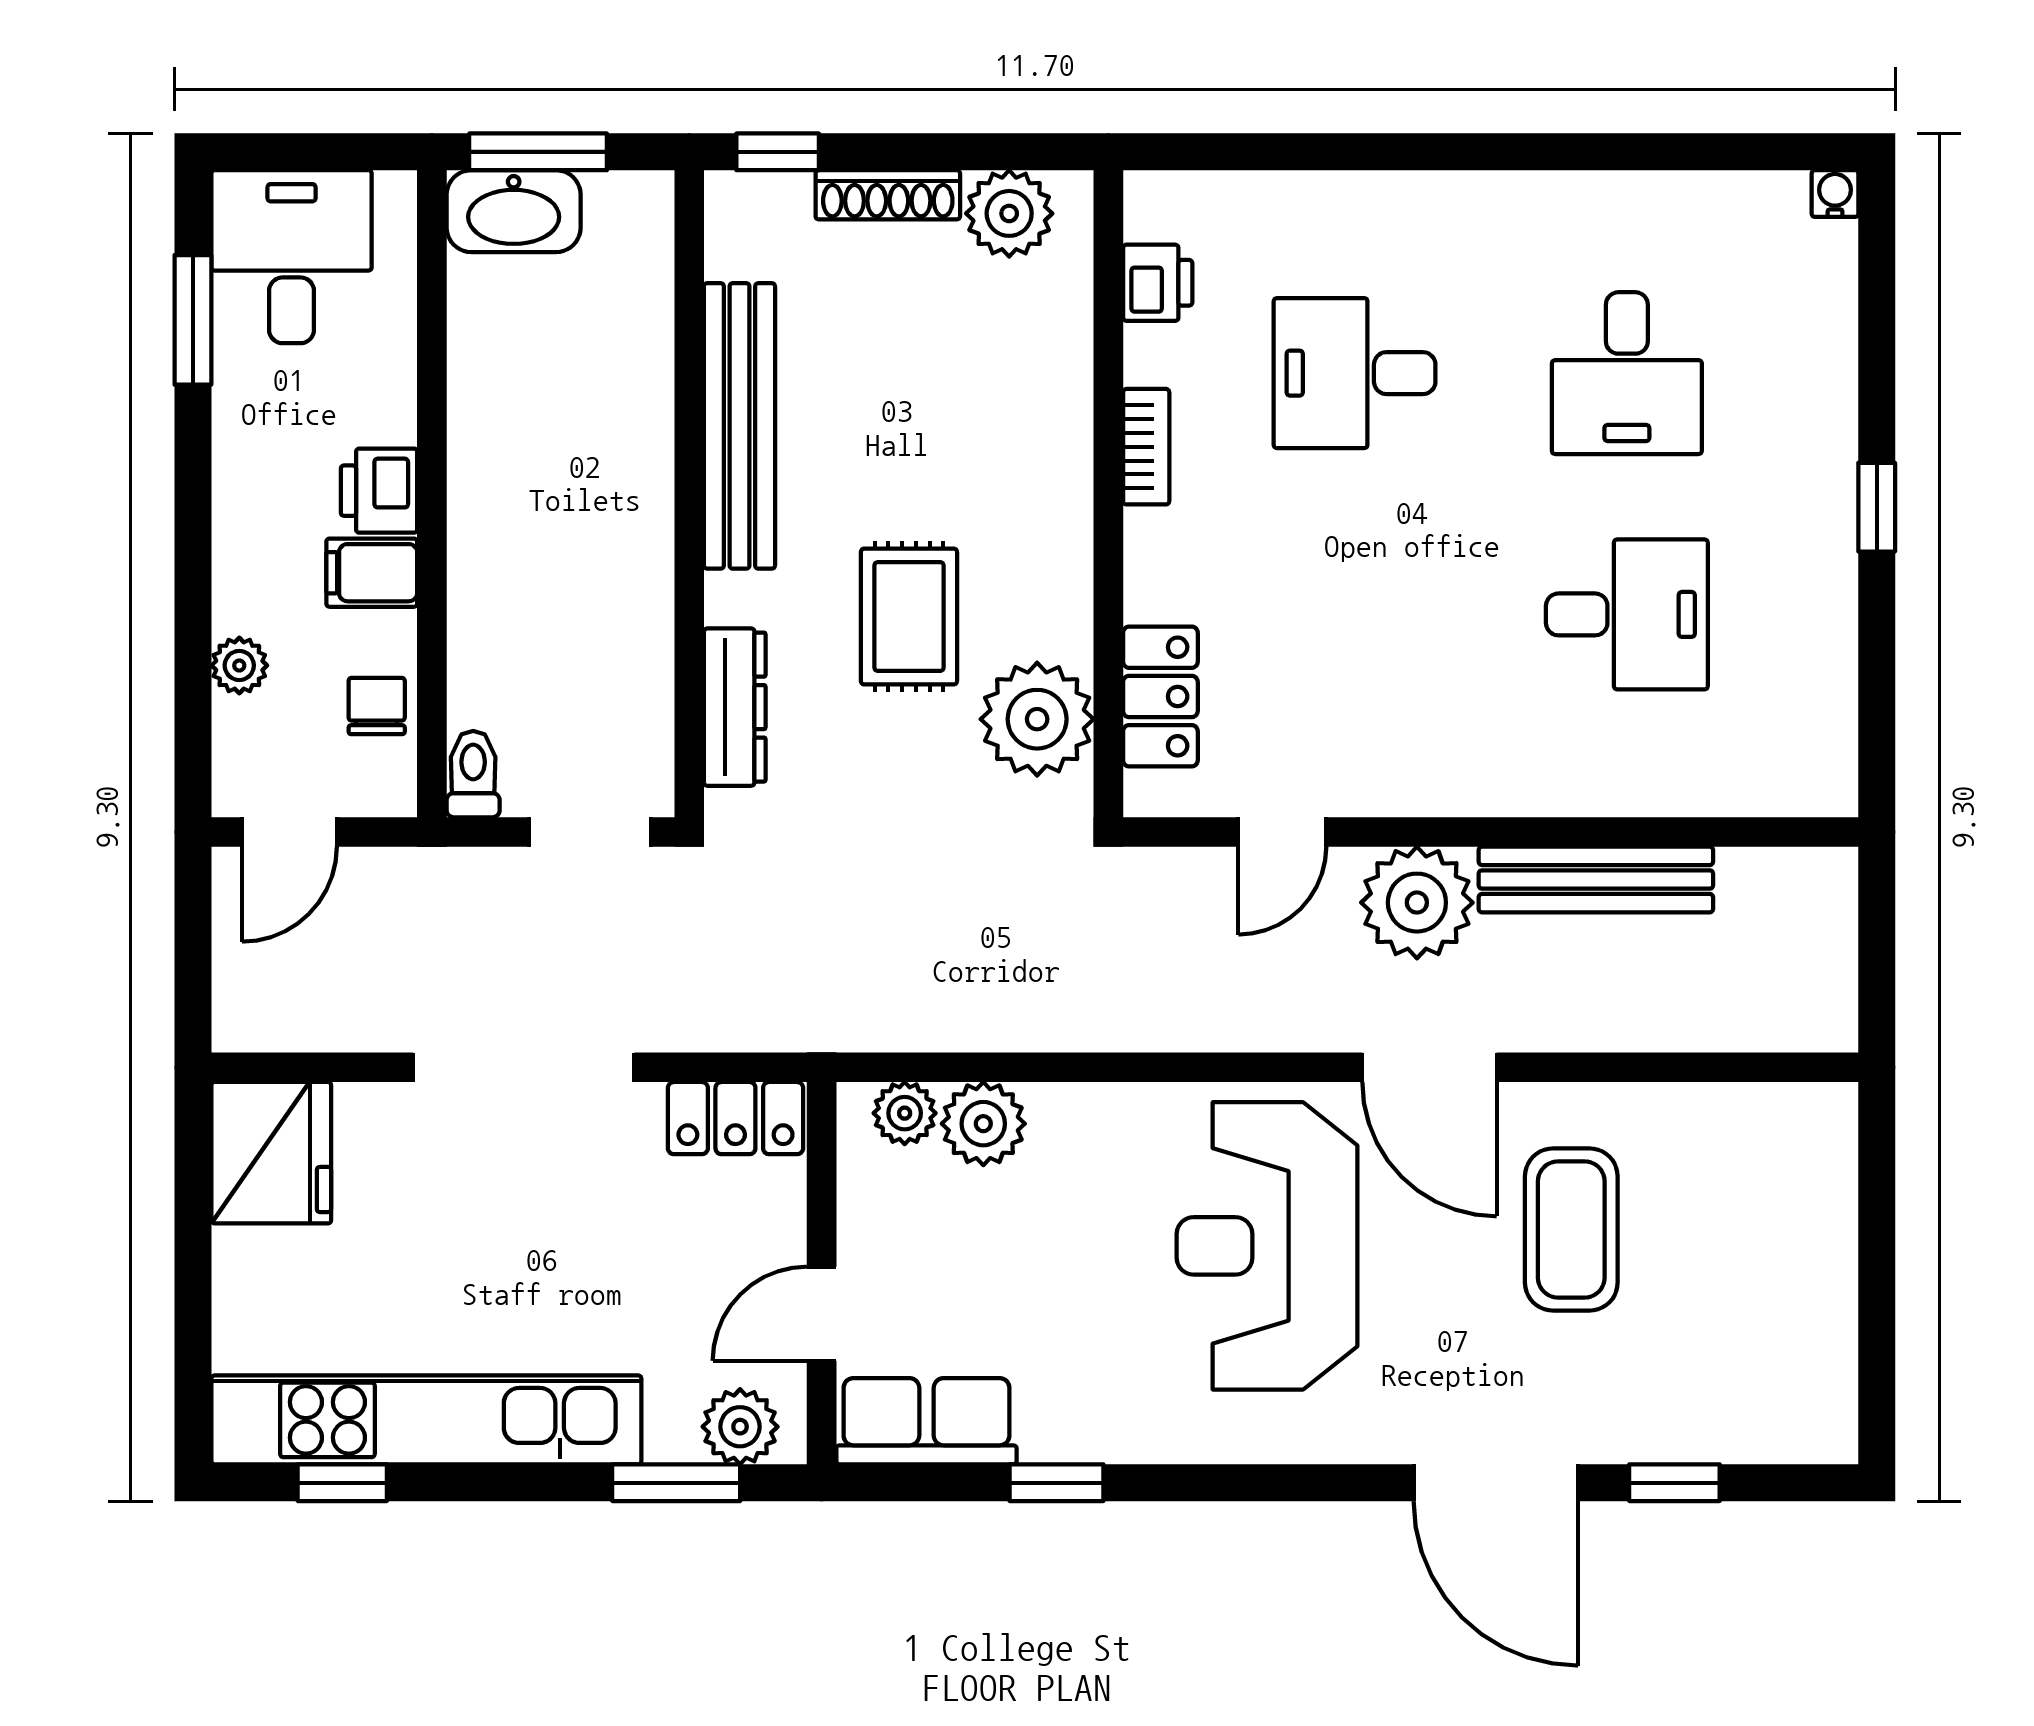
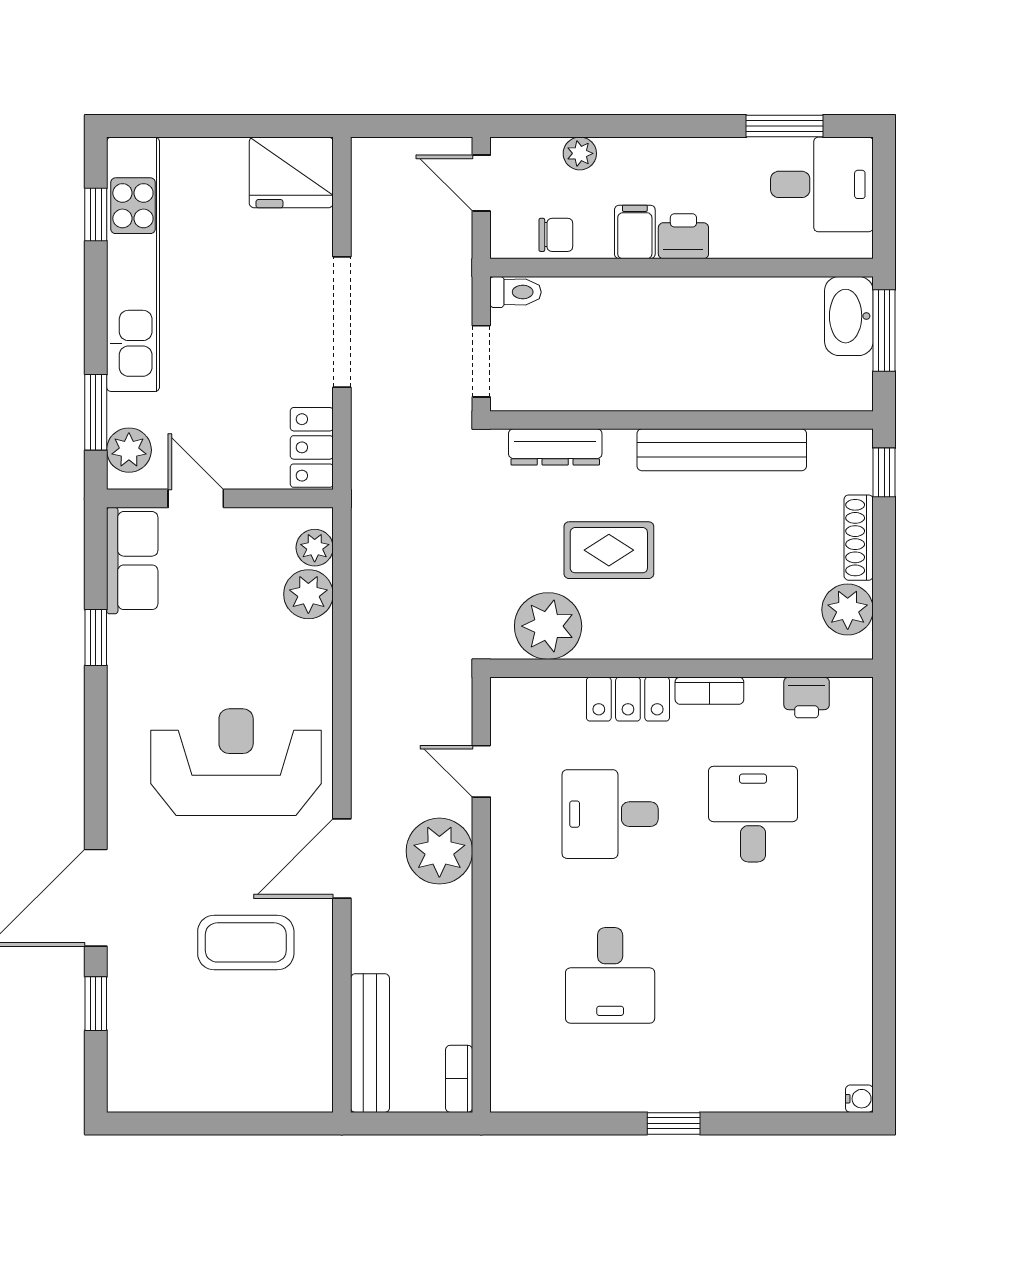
desk: (1627, 373) -> (610, 814), moved
locker: (1160, 696) -> (628, 699), moved
bookcase: (1802, 869) -> (459, 1079), added
bench: (1596, 880) -> (370, 1043), moved

